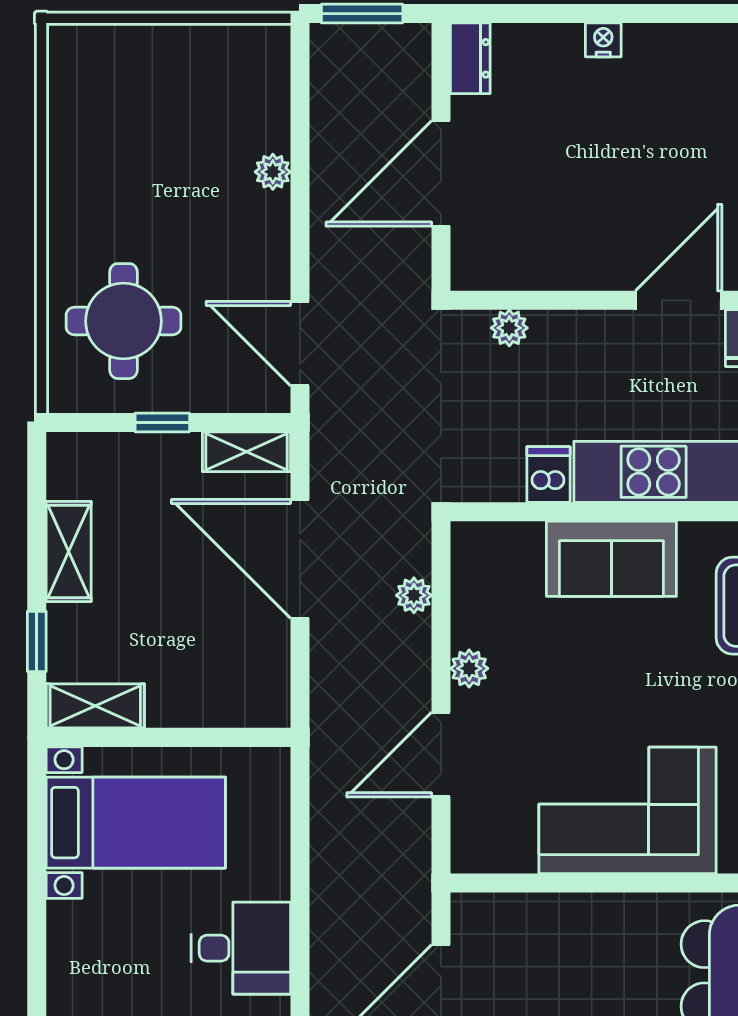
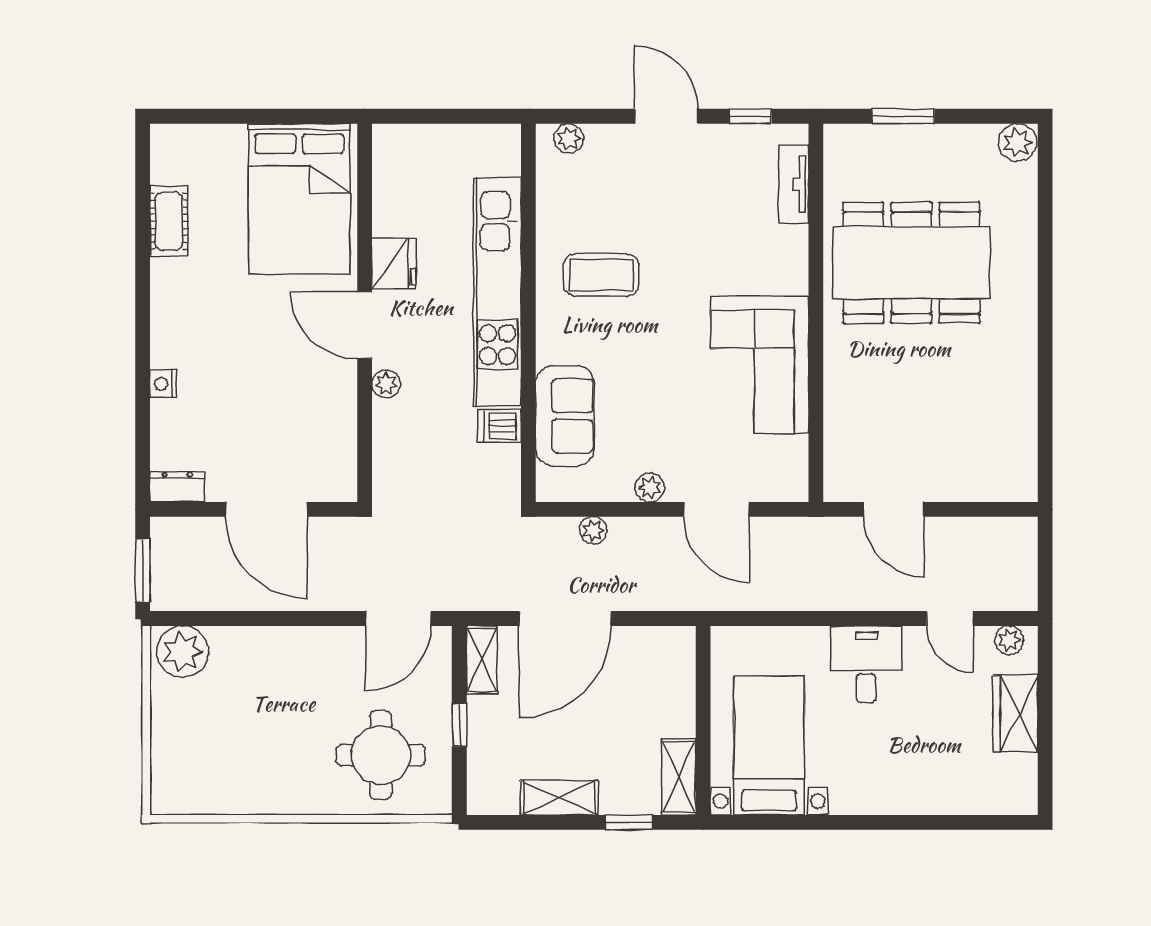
plant: (273, 172) -> (183, 652), moved, width x1.87, depth x1.87
plant: (509, 328) -> (386, 384), moved
sofa: (611, 559) -> (565, 416), moved

